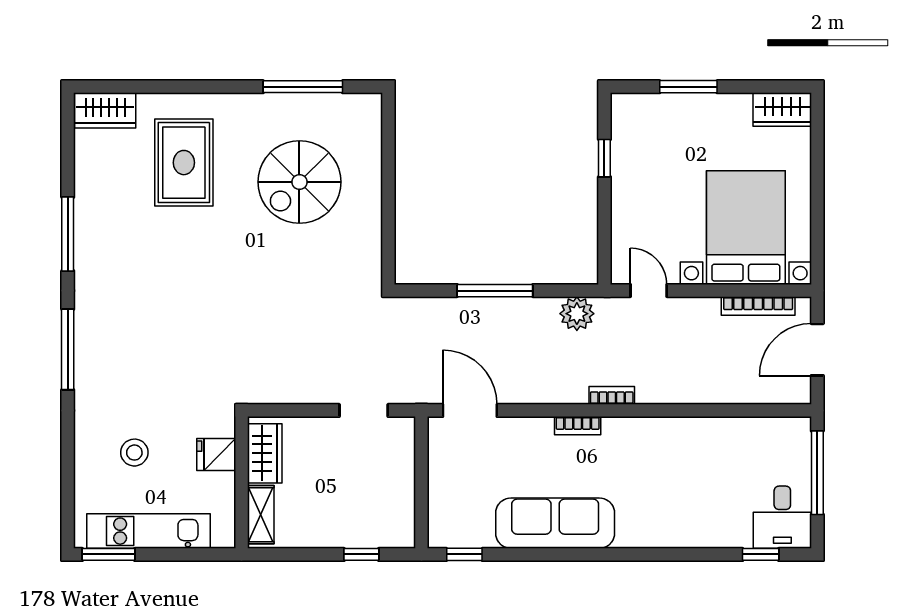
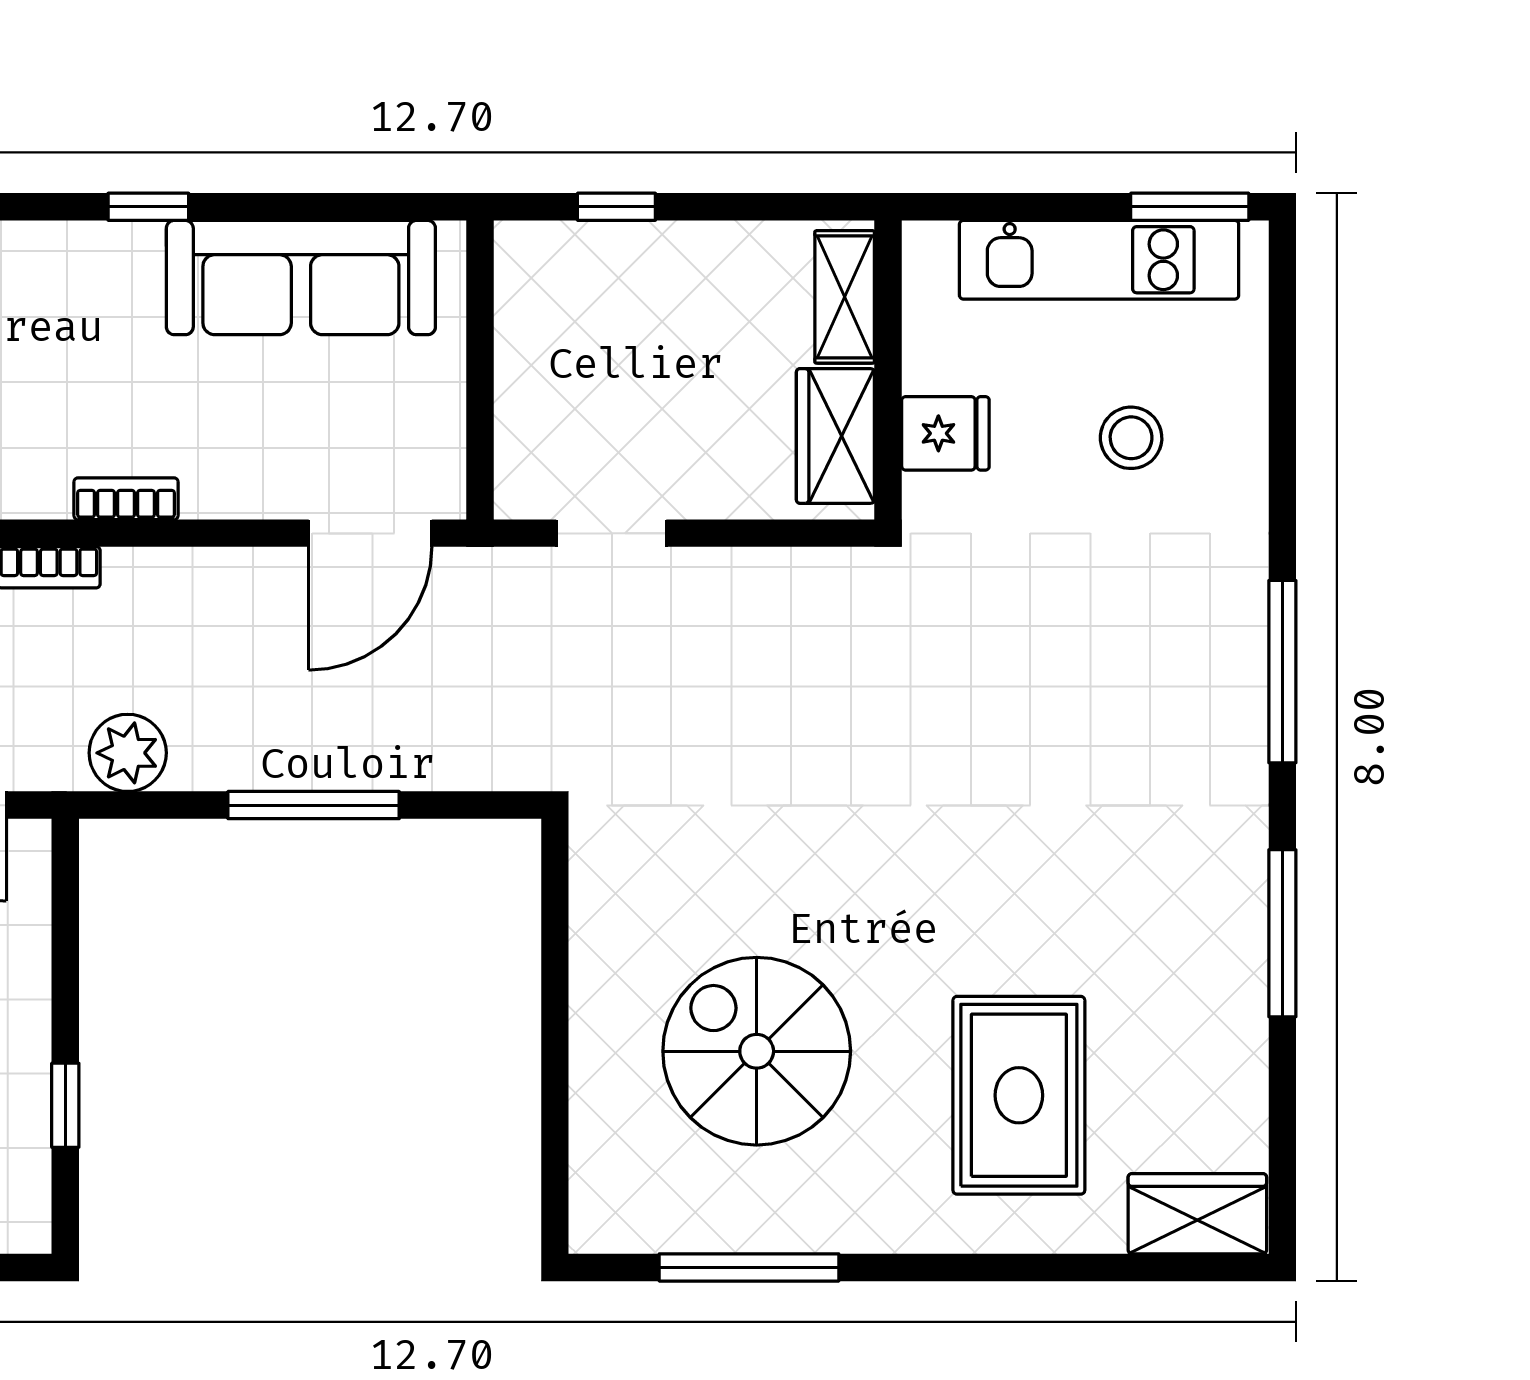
spiral stairs: (299, 182) -> (757, 1051), turned -90
door: (470, 410) -> (370, 533), hinge flipped
sofa: (555, 523) -> (301, 278), moved
window: (464, 554) -> (148, 207), moved

